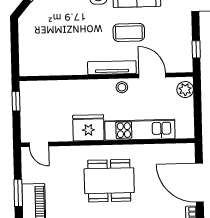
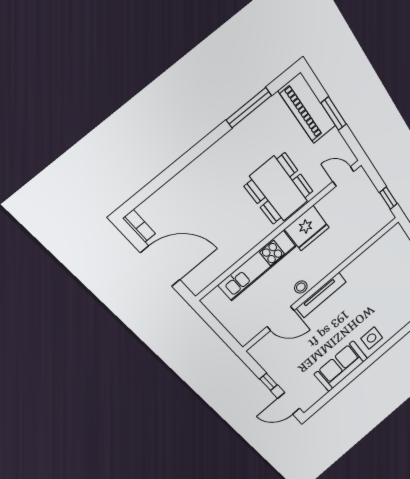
coffee table: (129, 32) -> (326, 334), removed
window: (196, 49) -> (269, 382), moved
plant: (185, 90) -> (241, 332), removed
dining table: (109, 181) -> (279, 189), moved, turned 90

